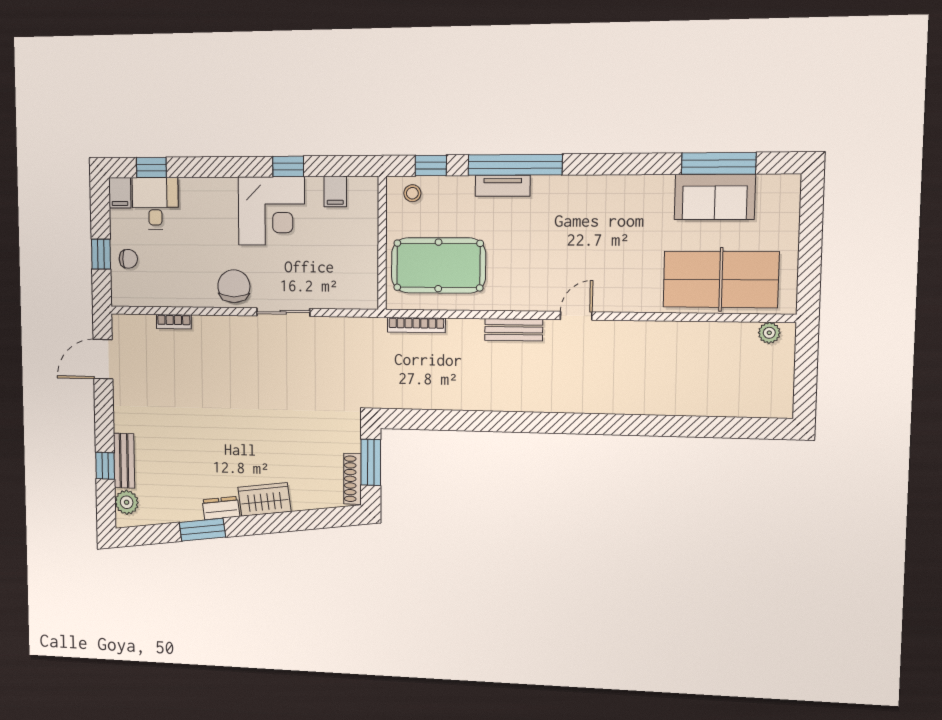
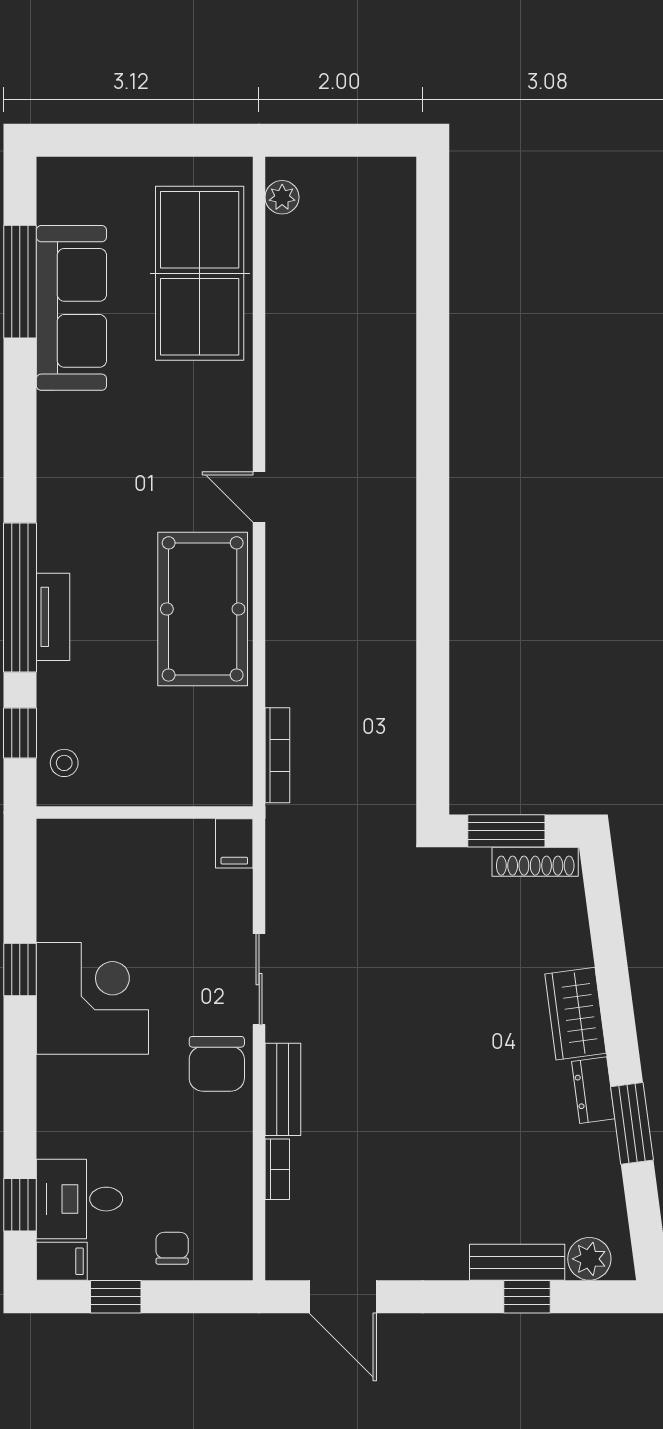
filing cabinet: (335, 192) -> (234, 843), moved, turned 90
sofa: (715, 197) -> (71, 308), width x1.36
window: (101, 254) -> (116, 1297), moved
pool table: (438, 265) -> (203, 609), moved
chair: (234, 286) -> (217, 1064), turned -90
bench: (514, 330) -> (283, 1089), moved

